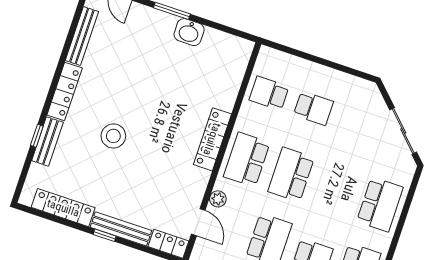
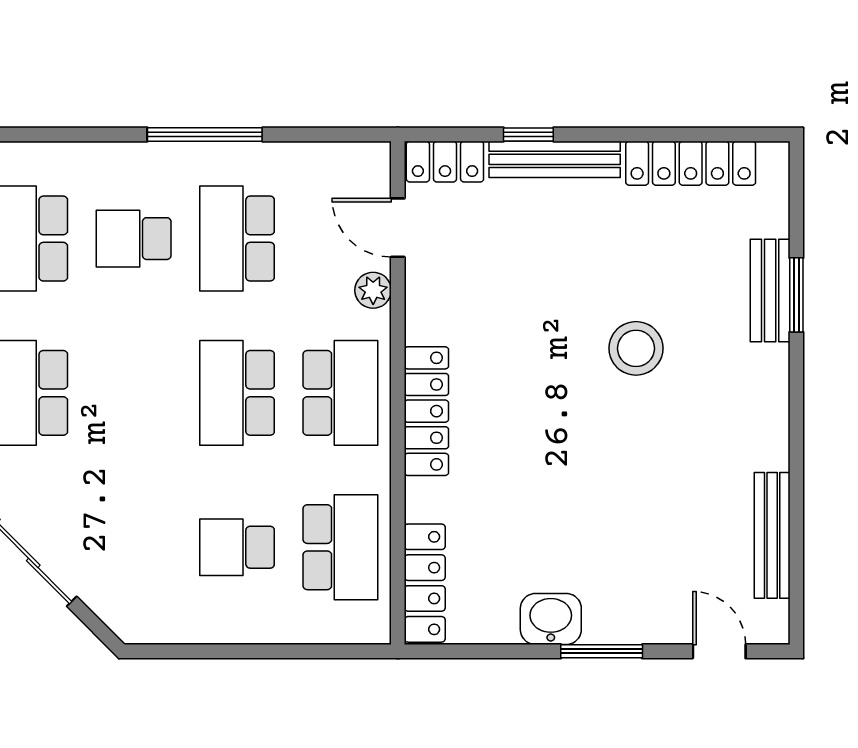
locker: (65, 91) -> (425, 583), moved, turned 180
school desk: (269, 93) -> (340, 547), width x1.85
window: (37, 136) -> (796, 295), width x1.50
school desk: (291, 175) -> (237, 393), turned 180
window: (105, 235) -> (528, 134), moved

